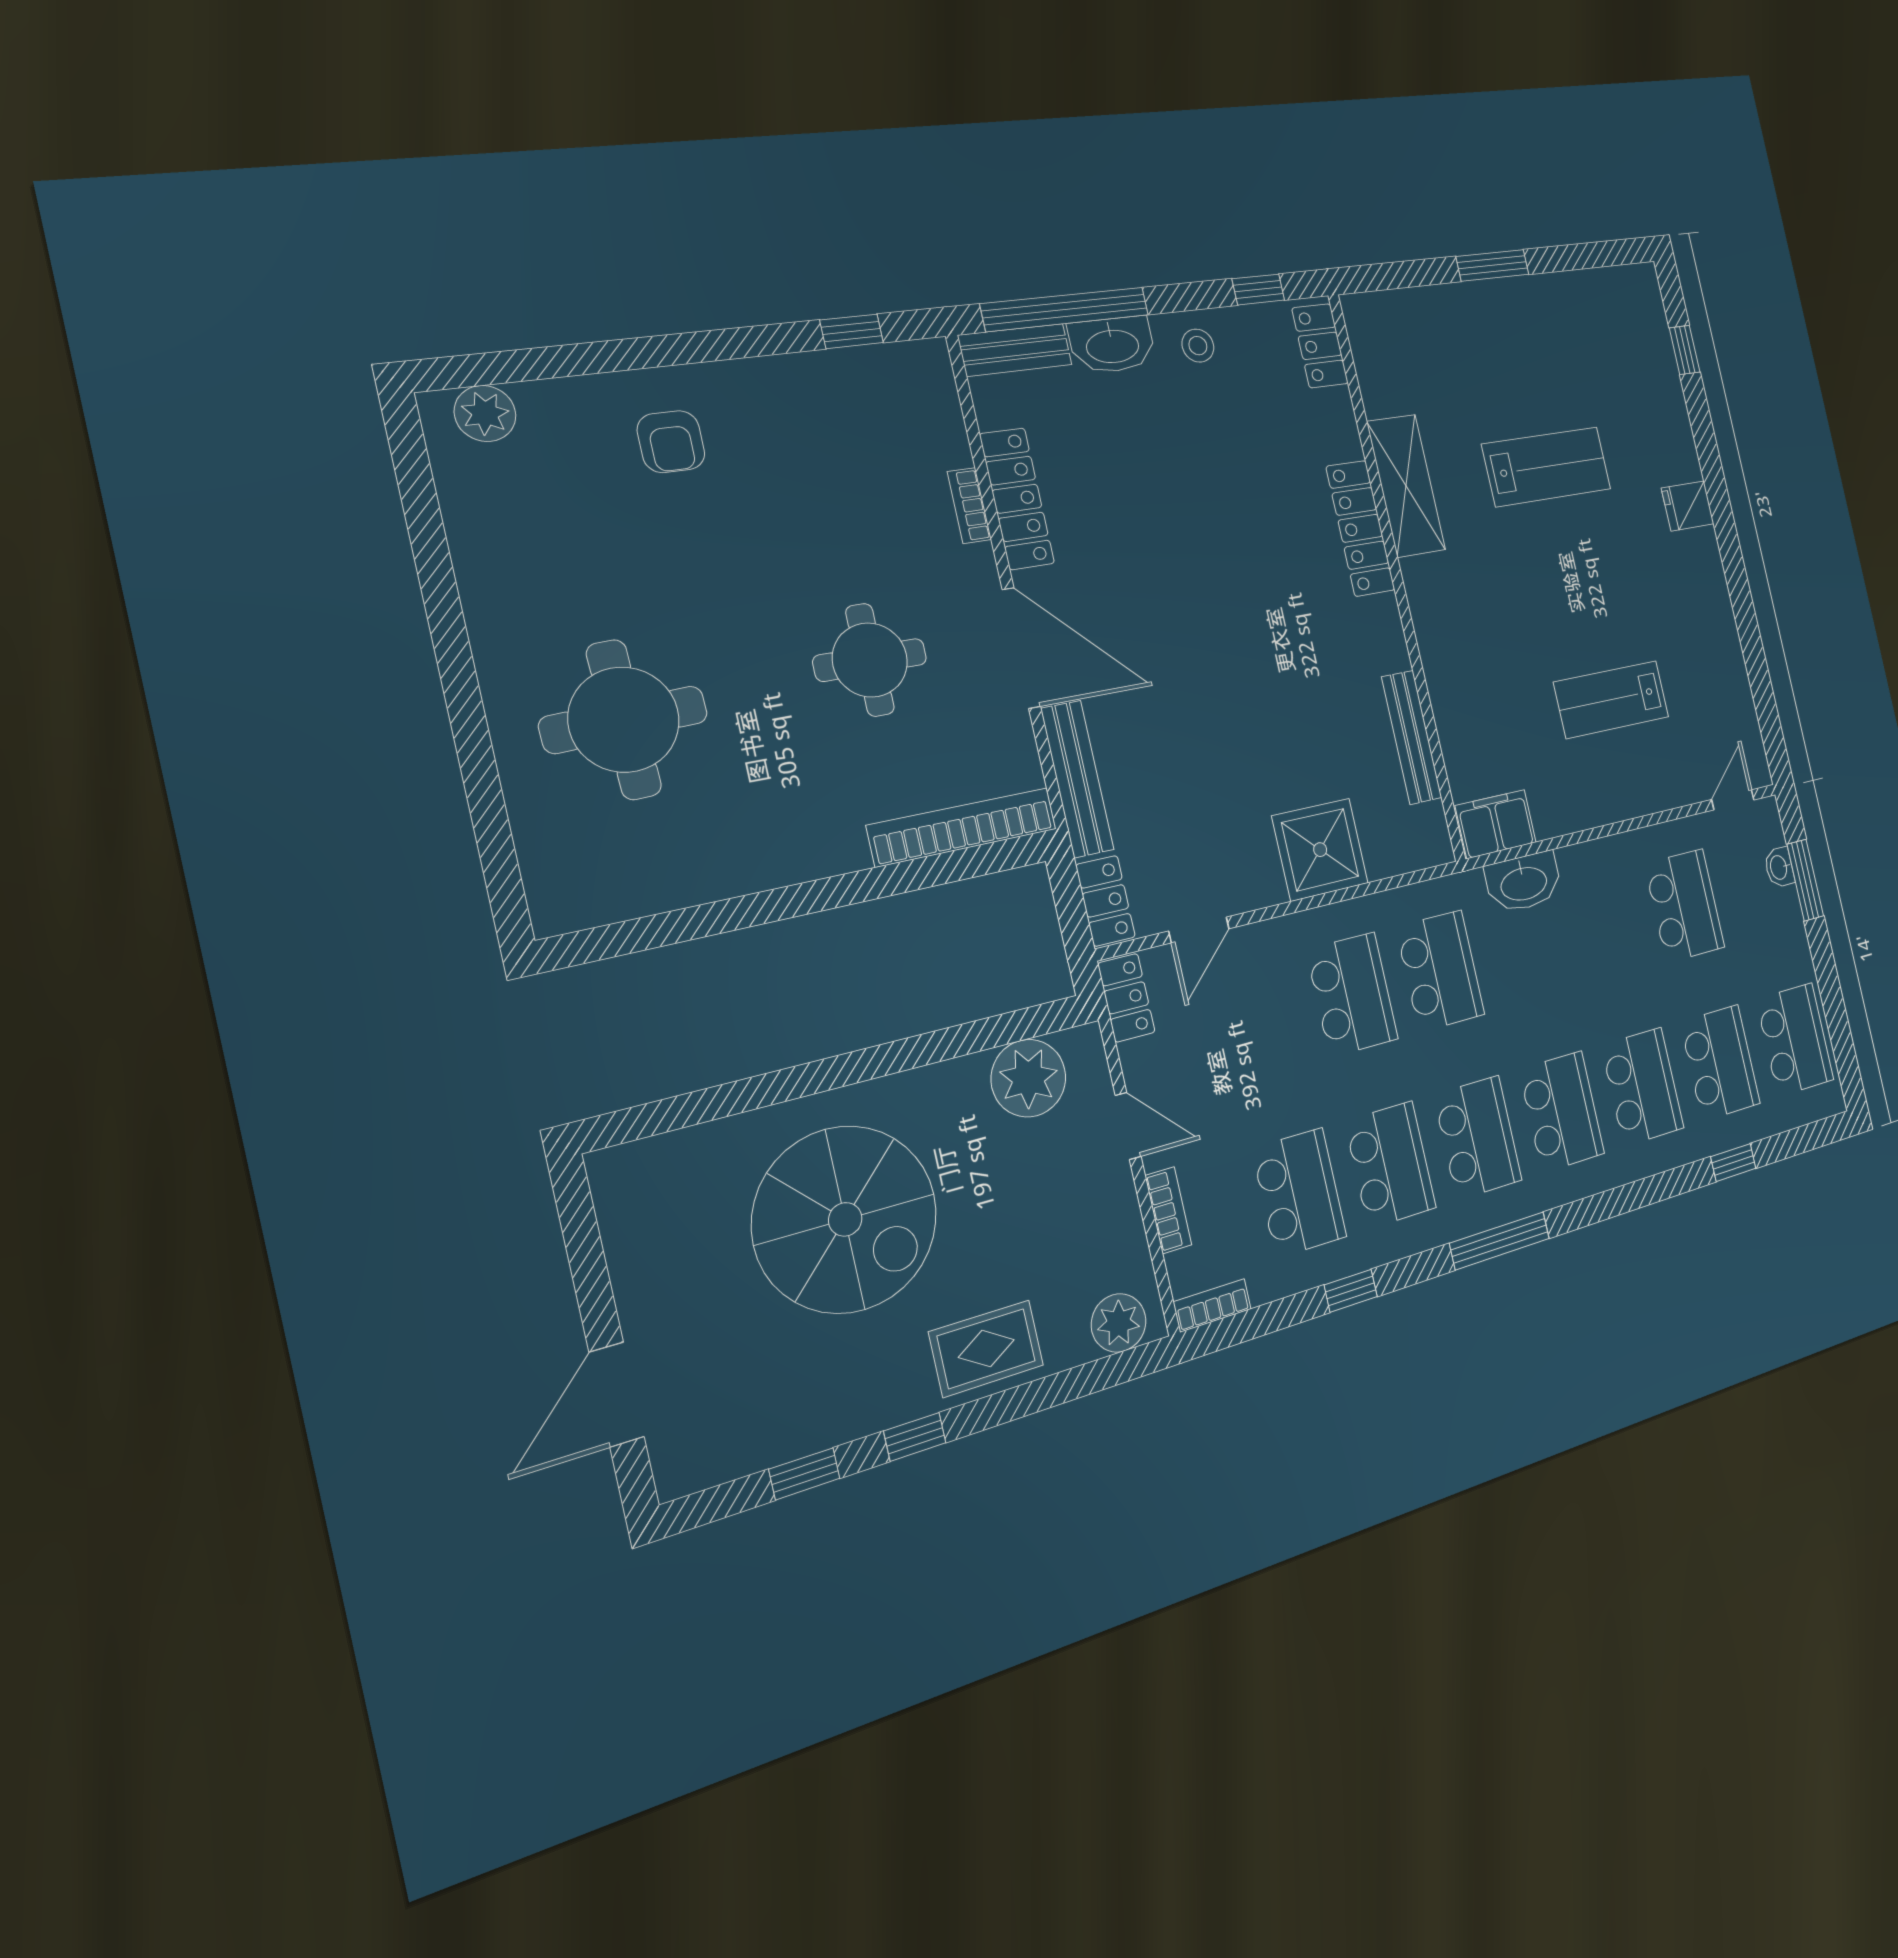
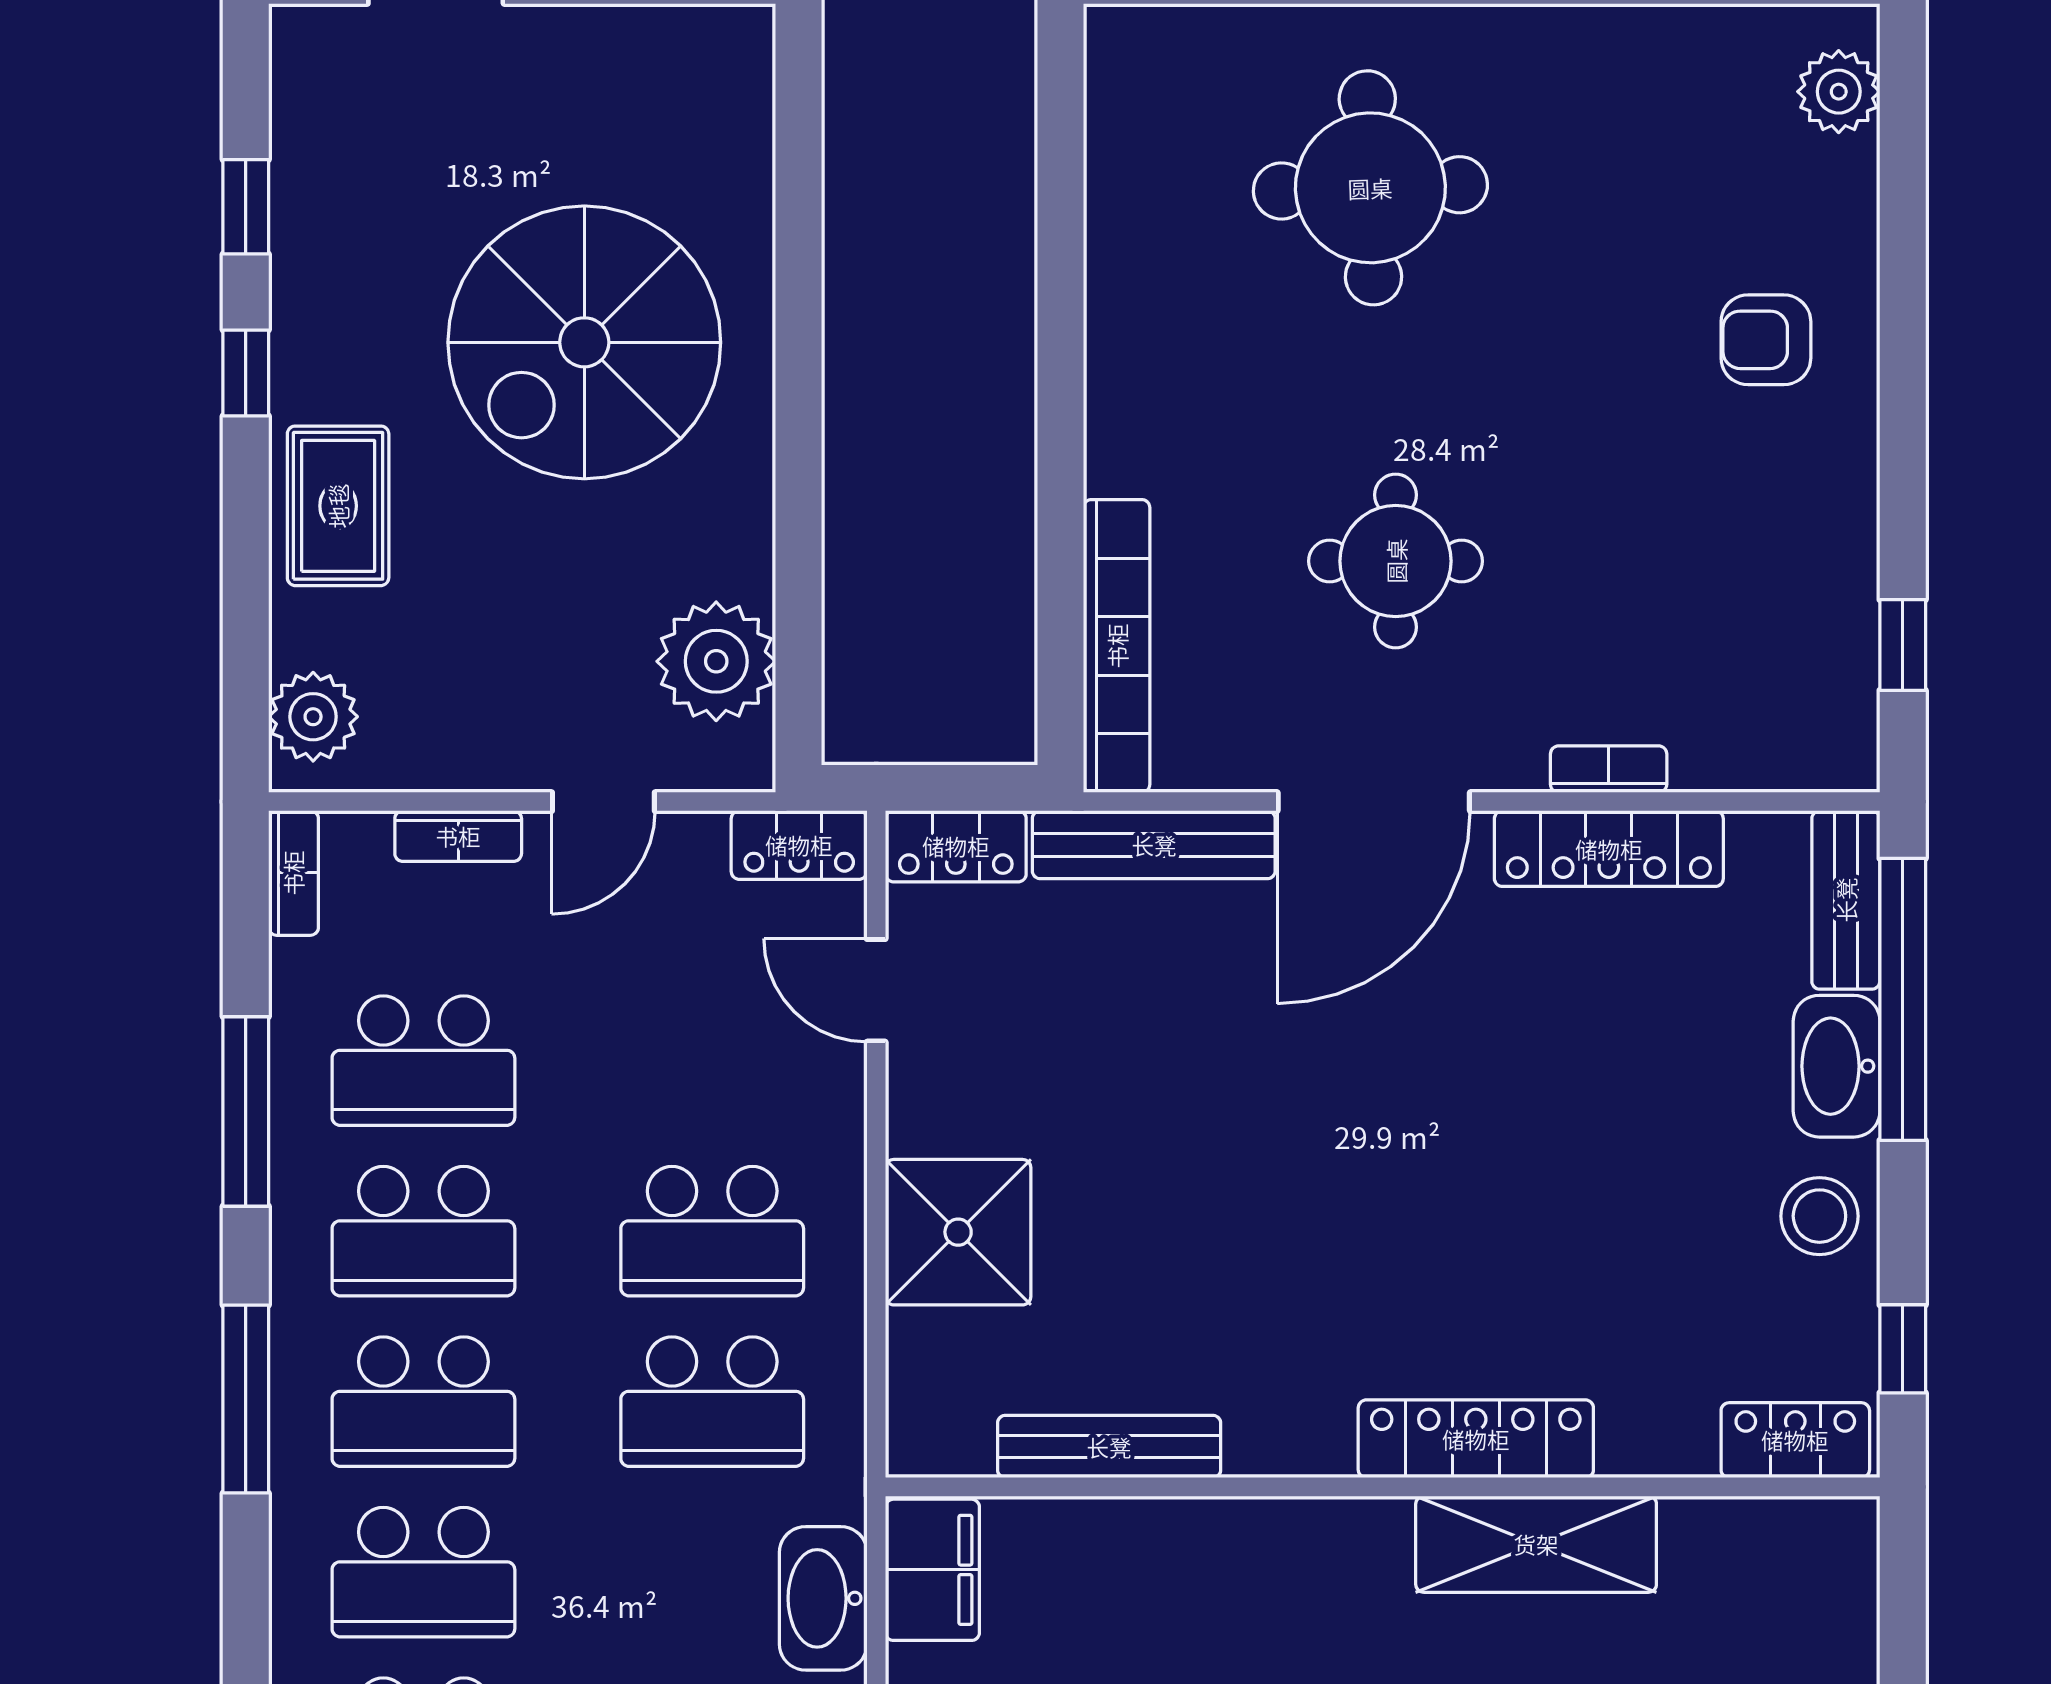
stool: (1198, 346) -> (1819, 1216), width x1.37, depth x1.37
window: (1351, 1291) -> (246, 1111), width x2.17

